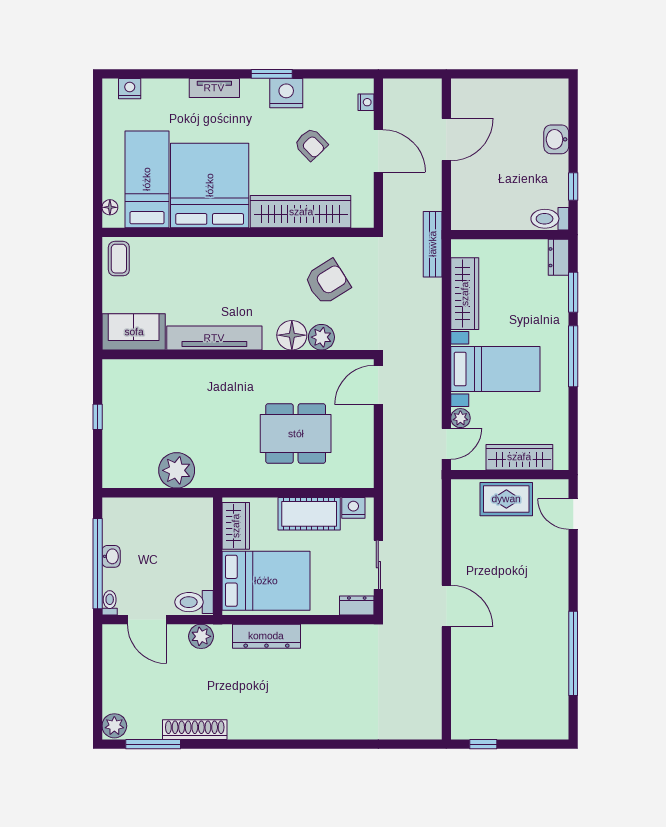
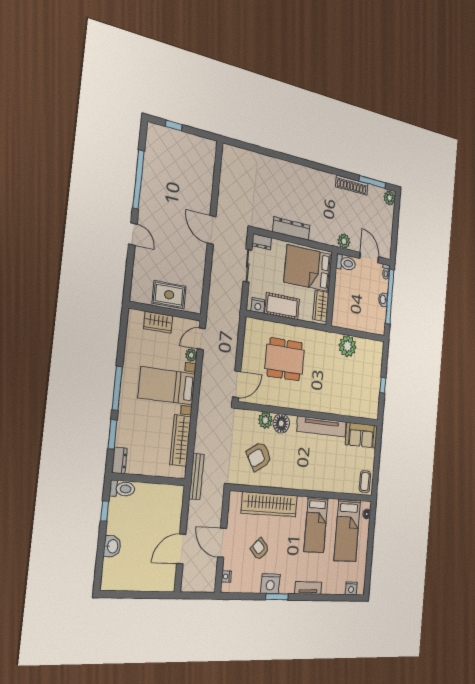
bed: (210, 185) -> (316, 525), width x0.49
wardrobe: (519, 457) -> (158, 322), width x0.67
door: (573, 514) -> (133, 234), moved
dresser: (266, 636) -> (291, 229), moved
window: (483, 744) -> (174, 125), moved

